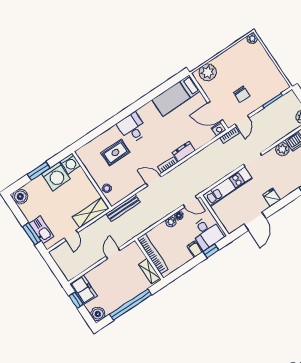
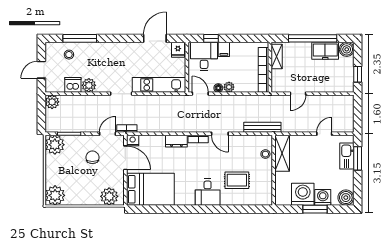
plant: (252, 38) -> (55, 195), width x1.87, depth x1.87
plant: (278, 84) -> (55, 145), added
bed: (176, 96) -> (150, 189), width x1.50
washing machine: (70, 163) -> (323, 197), moved
fridge: (272, 197) -> (178, 50), moved
shelving: (90, 213) -> (282, 153), moved, turned 90
freezer: (83, 290) -> (325, 51), moved, turned -90

